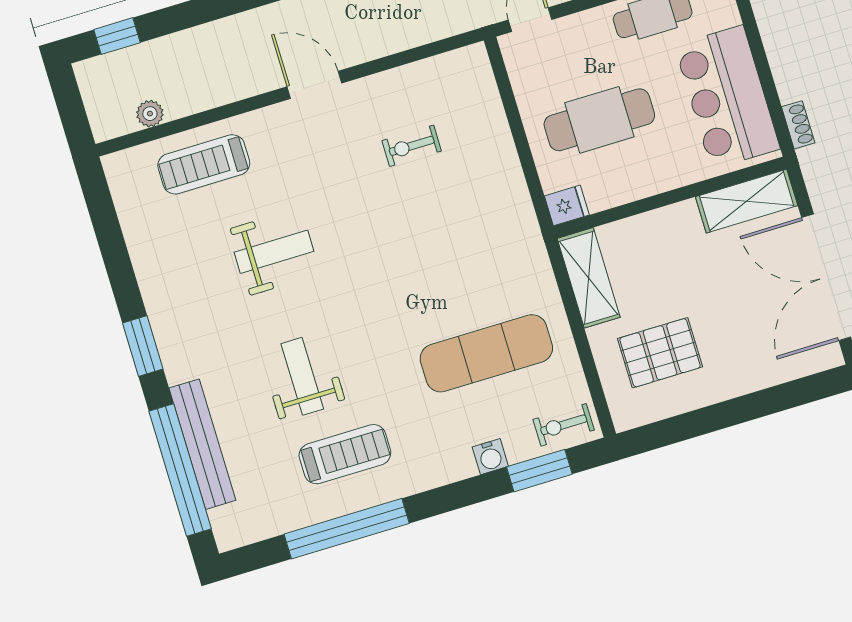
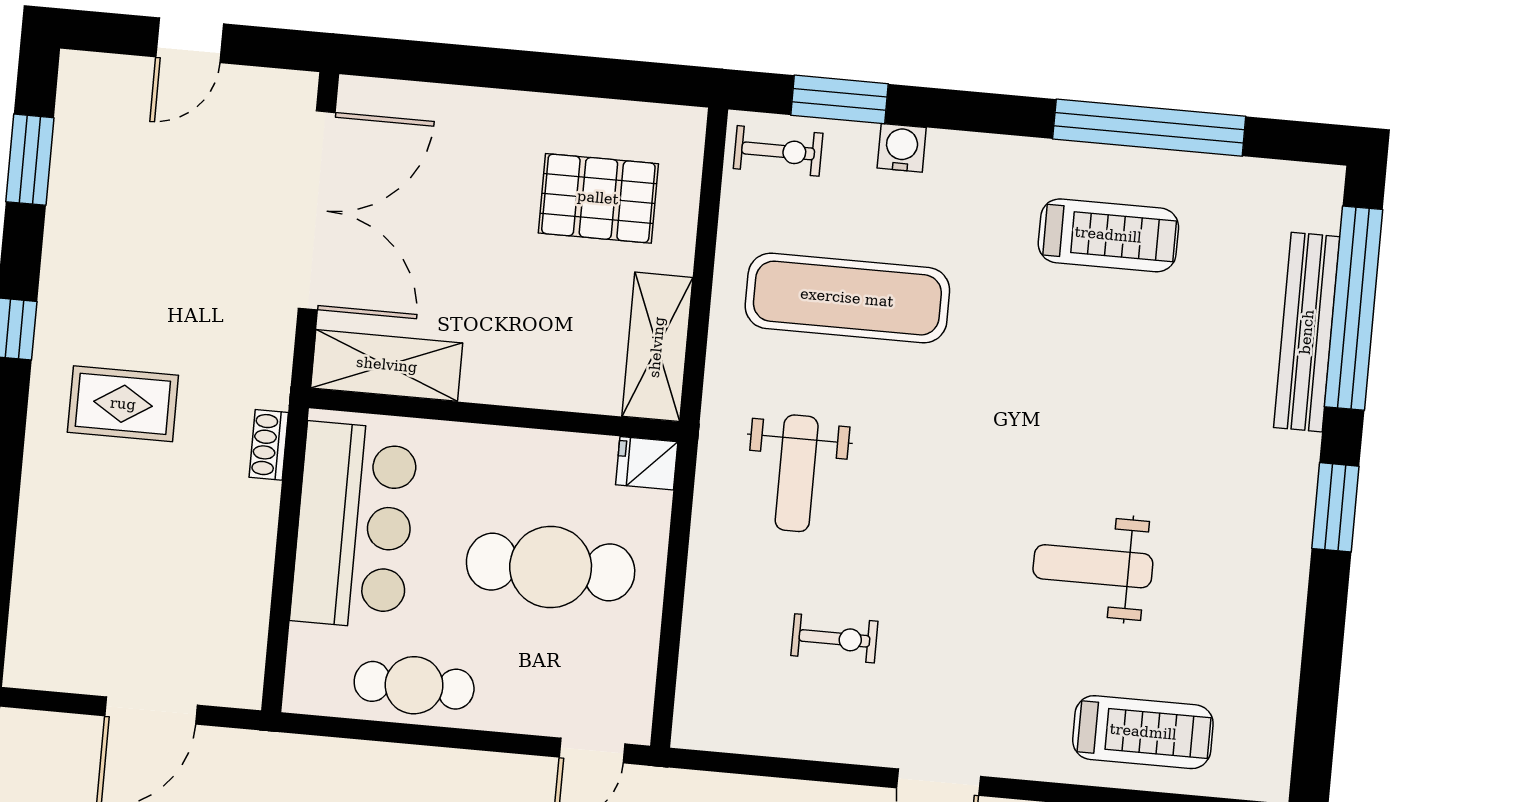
weight bench: (302, 376) -> (797, 473), moved
treadmill: (345, 454) -> (1108, 235), turned 180

